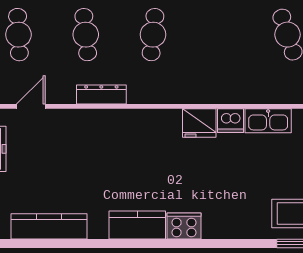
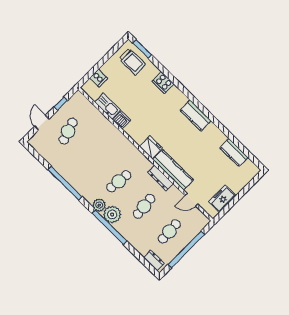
kitchen counter: (96, 122) -> (173, 170), added
fridge: (199, 123) -> (151, 147), moved
kitchen counter: (49, 226) -> (234, 153), width x0.67
cooker: (184, 226) -> (163, 83), moved

